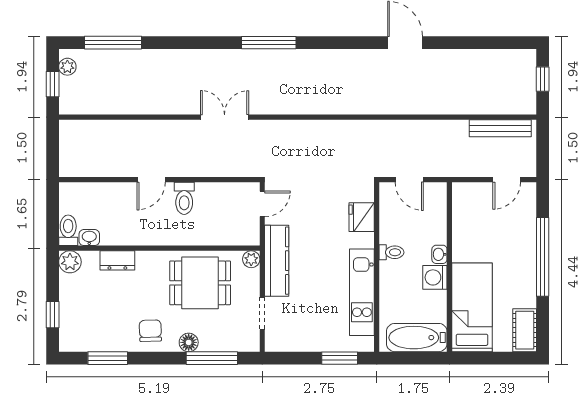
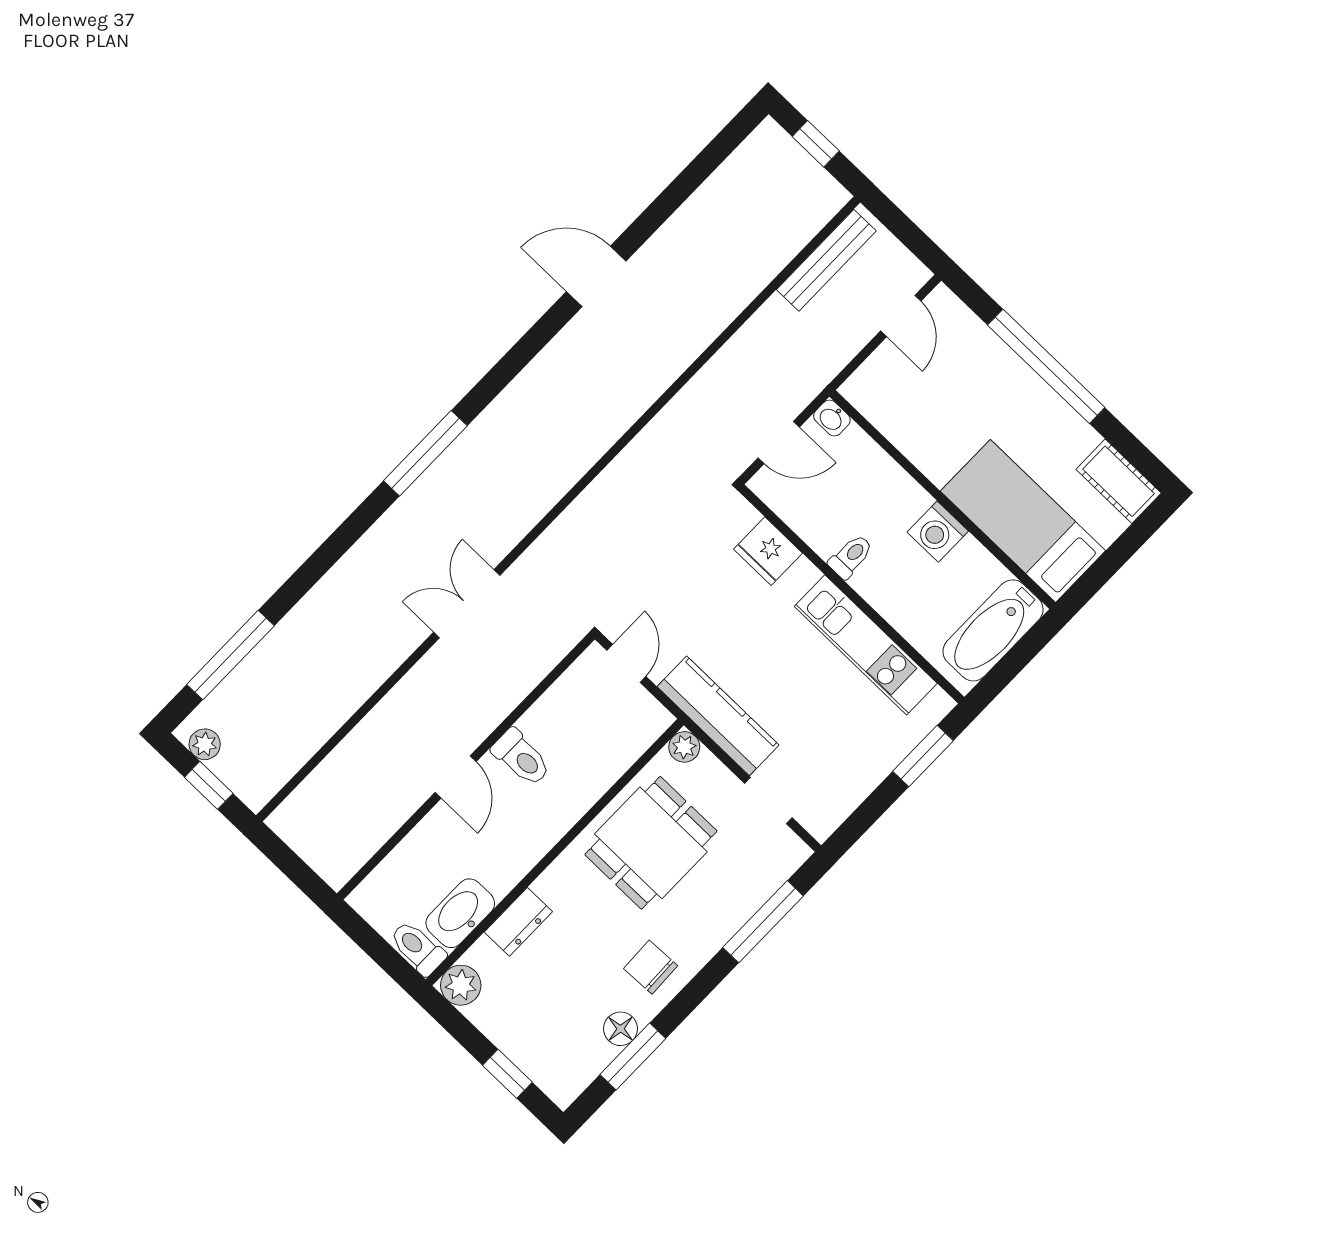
washbasin: (89, 238) -> (460, 913), width x1.91, depth x1.45
washbasin: (439, 254) -> (832, 418), moved
floor lamp: (189, 342) -> (621, 1029), moved

